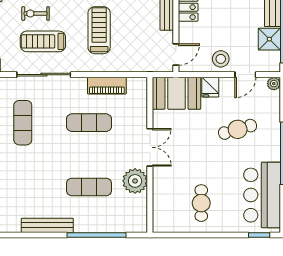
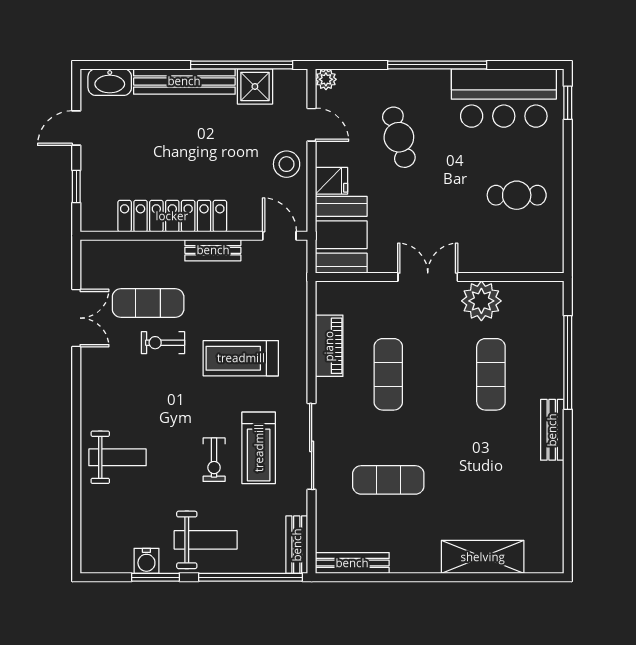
bench: (47, 225) -> (552, 430), width x0.73

